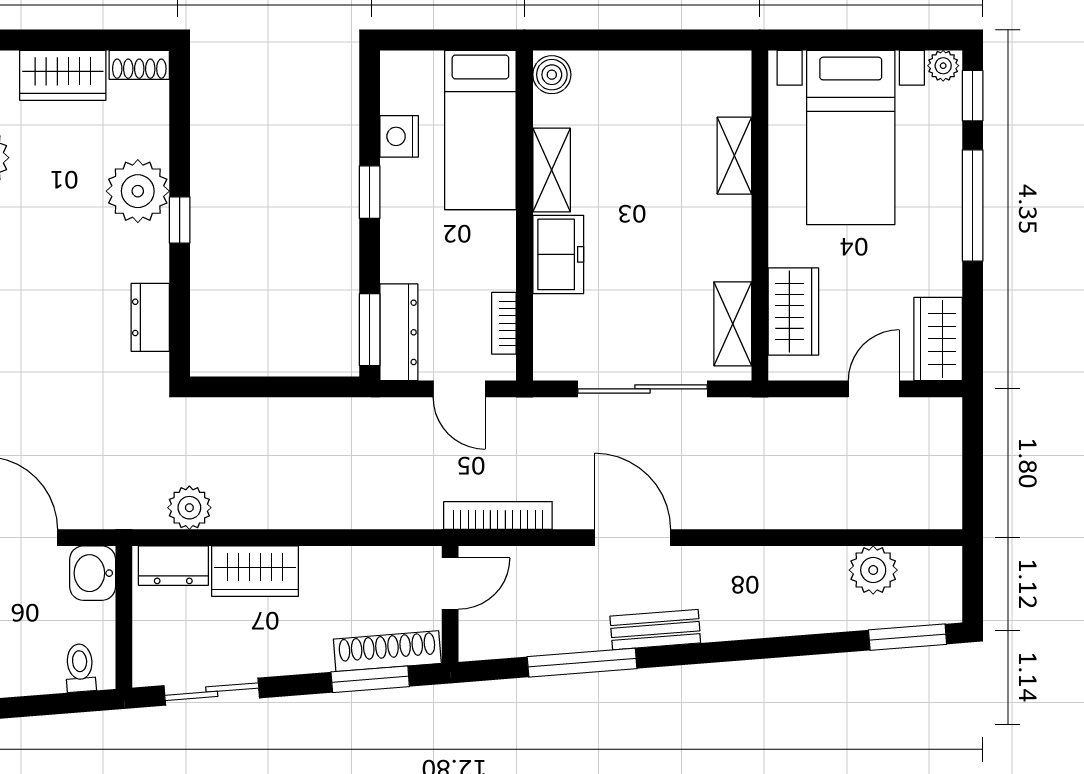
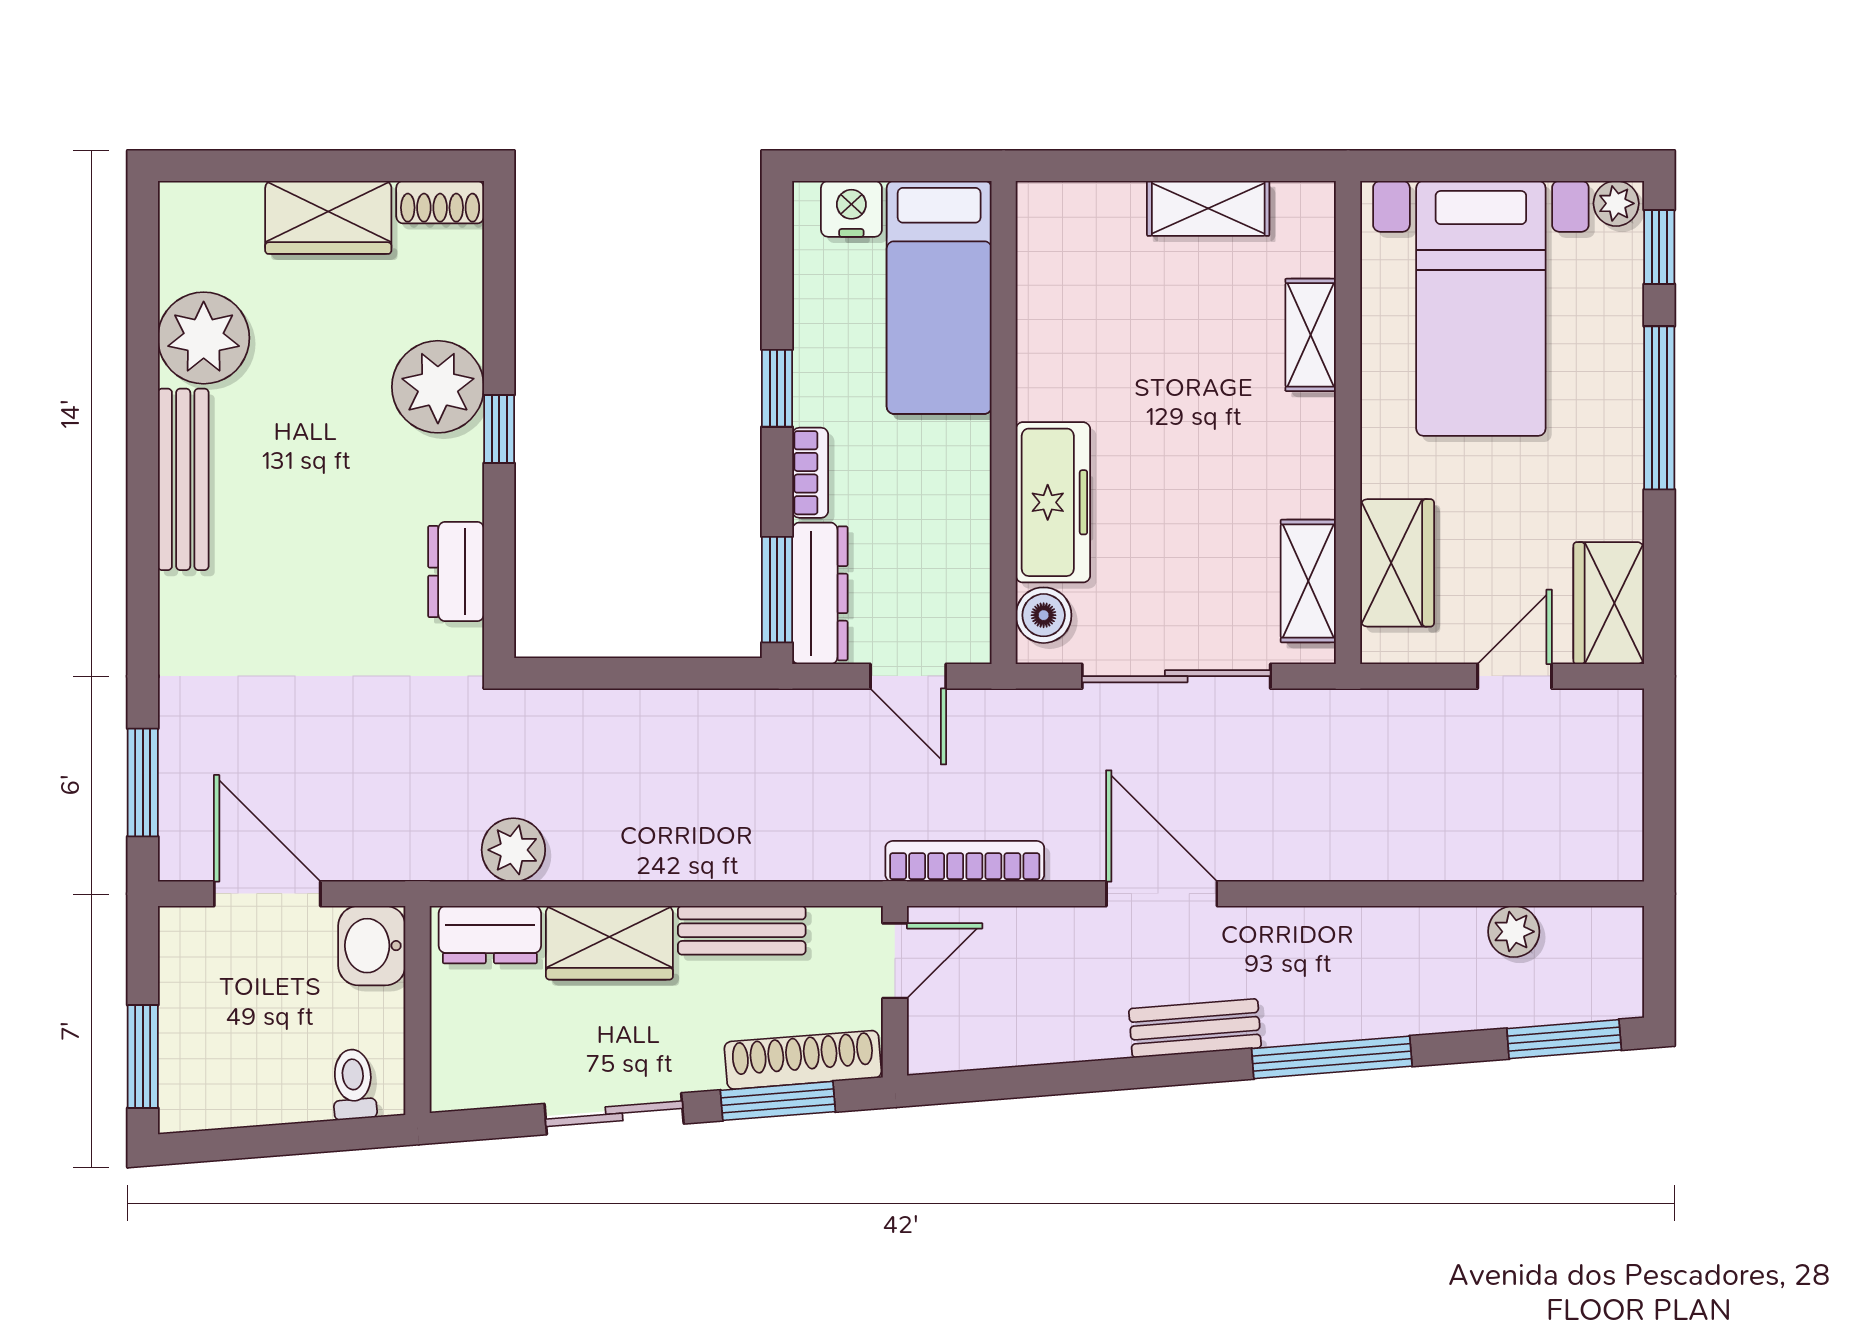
boiler: (552, 75) -> (1044, 615), moved
nightstand: (399, 136) -> (851, 209), moved, turned 90
shelving: (552, 170) -> (1208, 208), moved, turned 90
freezer: (558, 254) -> (1053, 502), width x1.40
bookcase: (504, 323) -> (810, 473), moved, turned 180
bench: (345, 563) -> (742, 930), added
plant: (873, 570) -> (1514, 932), width x0.73, depth x0.73
window: (582, 663) -> (1332, 1057), moved
sliding door: (212, 692) -> (614, 1114), moved

